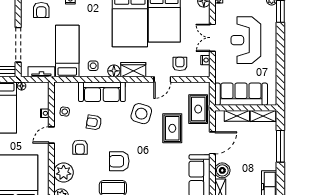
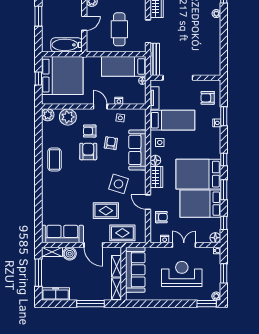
armchair: (119, 161) -> (88, 151), moved

